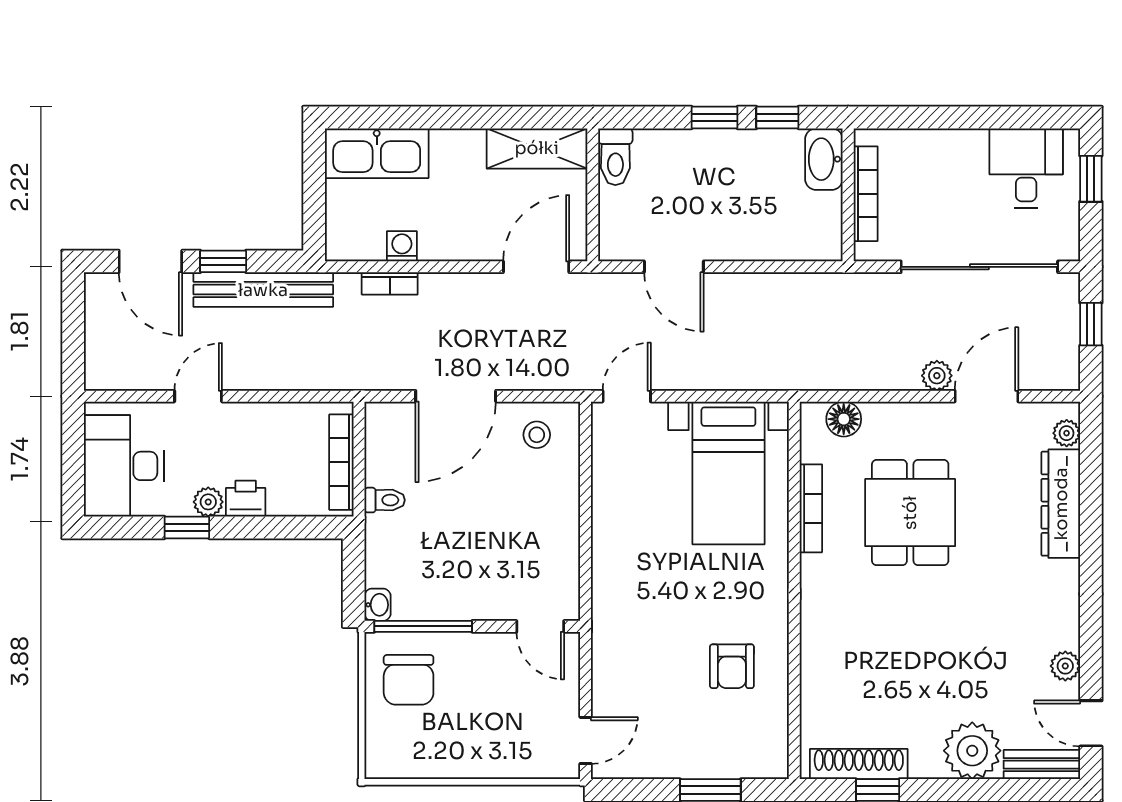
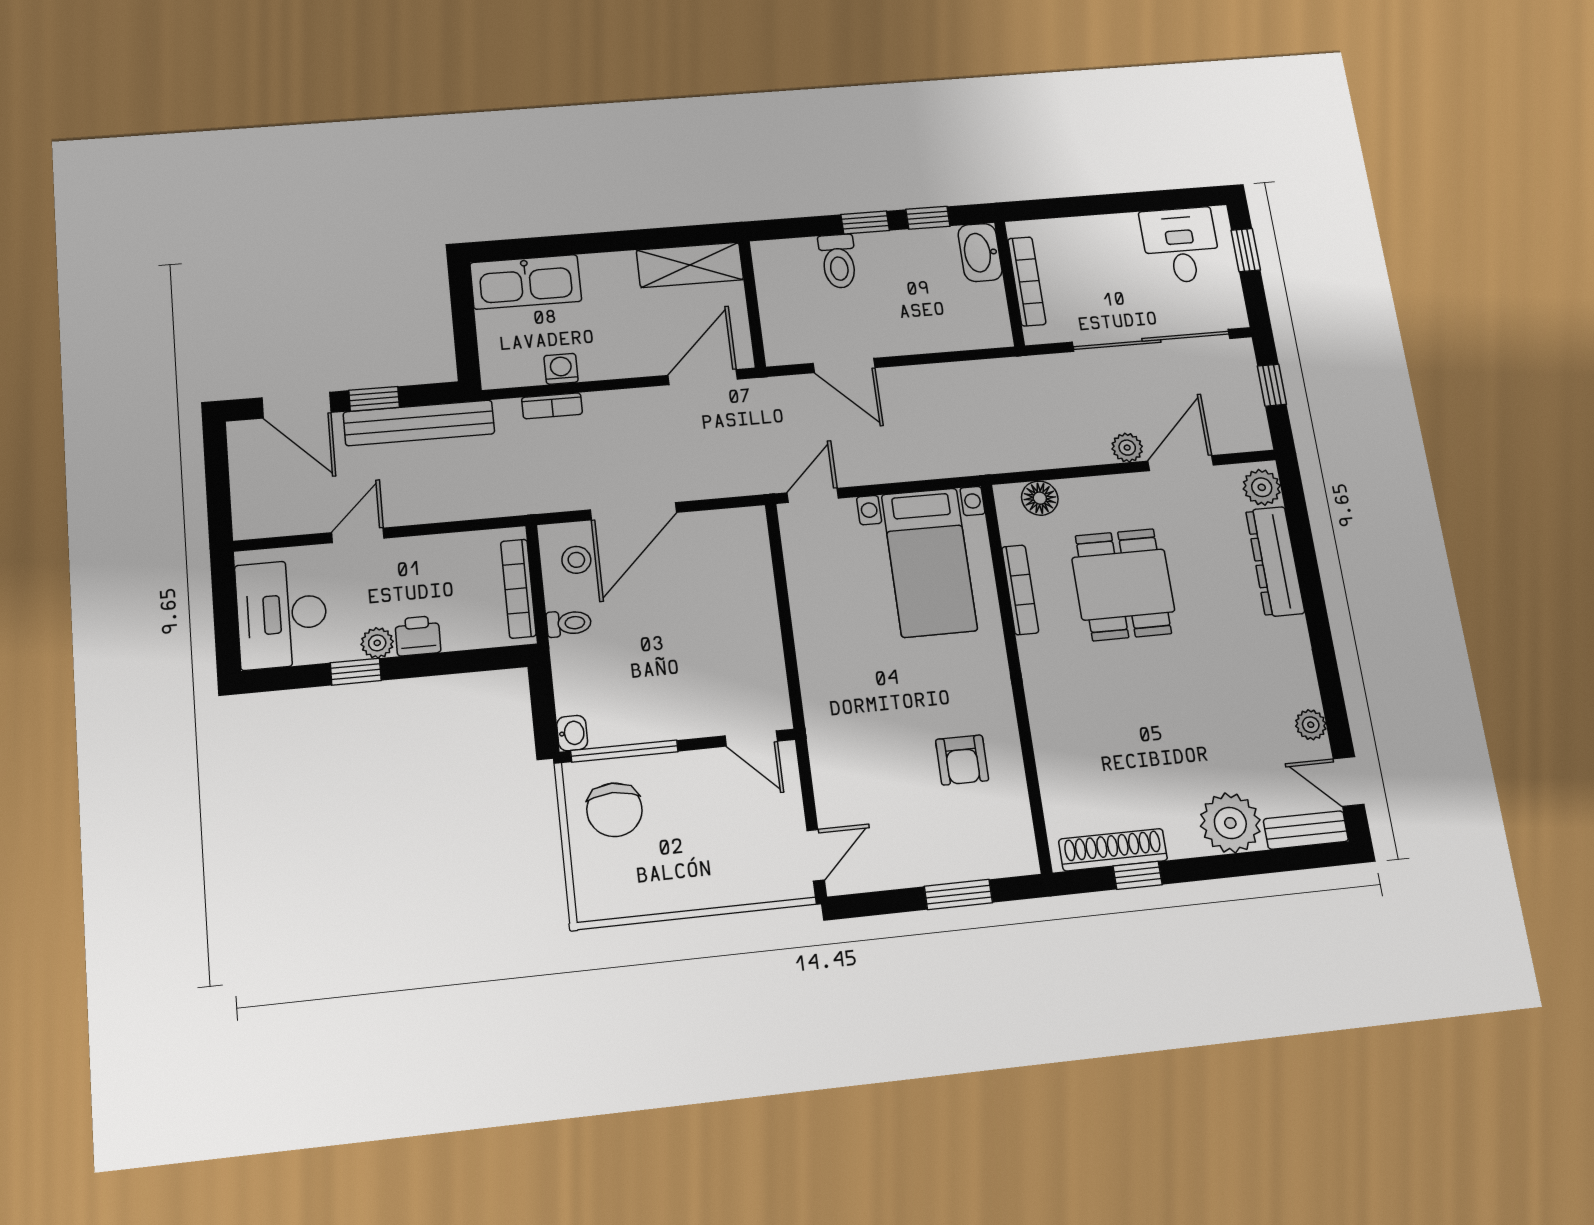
toilet: (615, 157) -> (838, 261), moved
plant: (1067, 433) -> (1262, 487), width x1.38, depth x1.38
stool: (537, 435) -> (576, 560), moved

